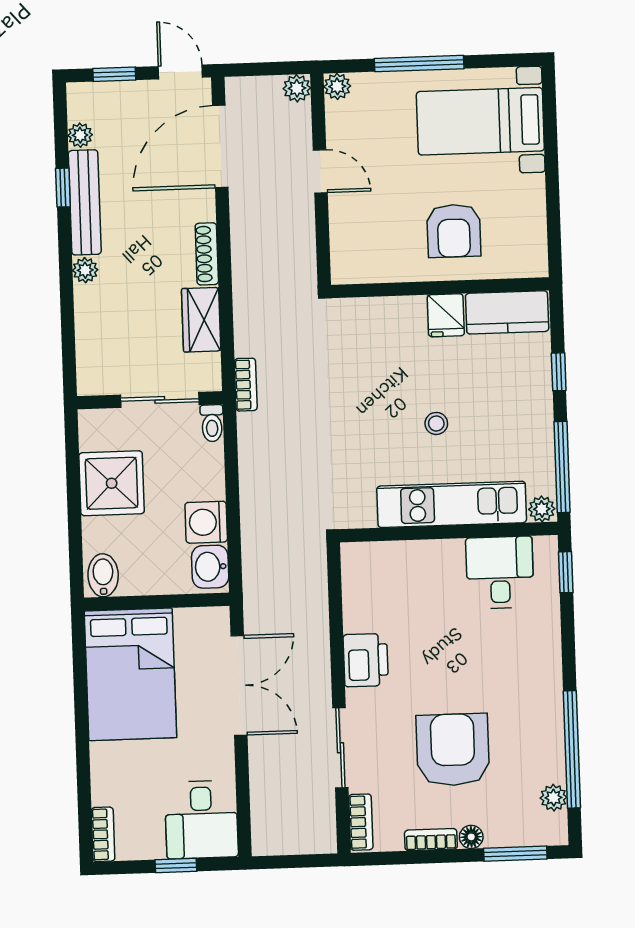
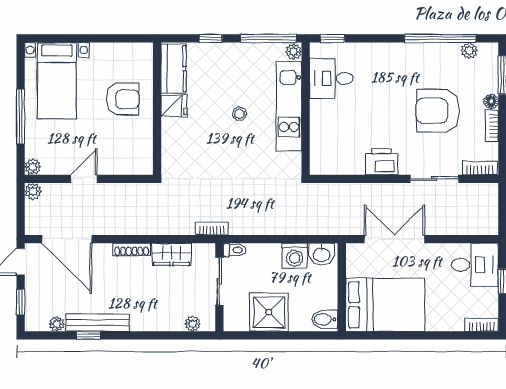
plant: (85, 270) -> (193, 324), moved

